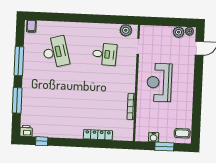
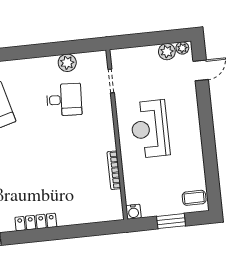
plant: (126, 30) -> (67, 63), moved
locker: (98, 135) -> (36, 222), moved
water cooler: (154, 137) -> (133, 212), moved

